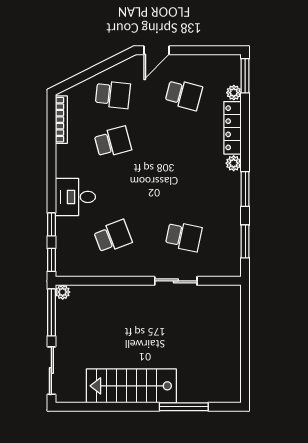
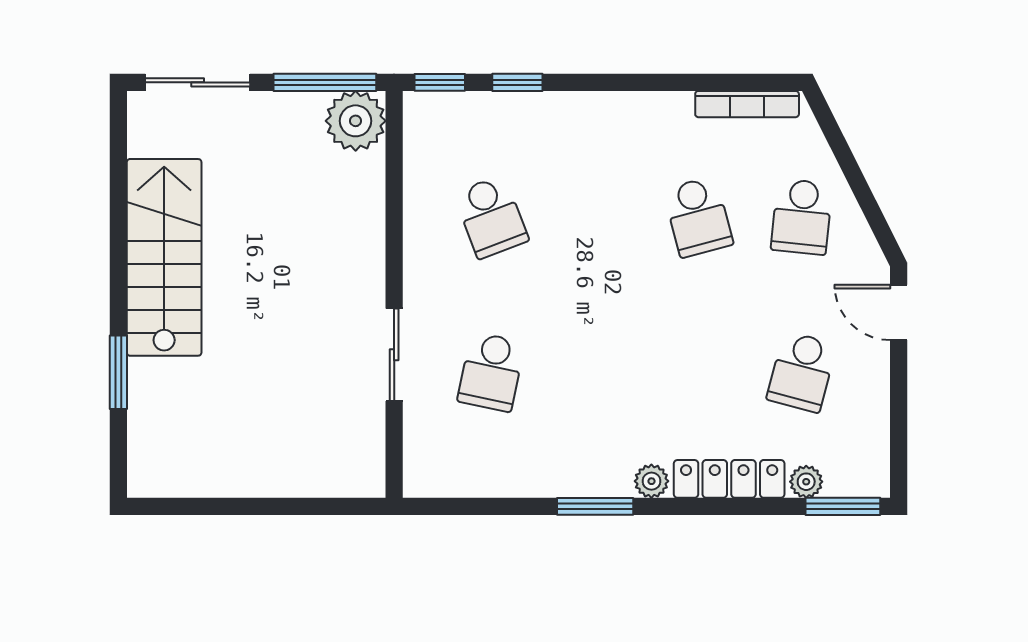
desk: (75, 197) -> (578, 135), removed
window: (245, 241) -> (480, 506), removed
plant: (63, 292) -> (356, 121), width x1.88, depth x1.88
window: (184, 407) -> (118, 372), width x0.69

